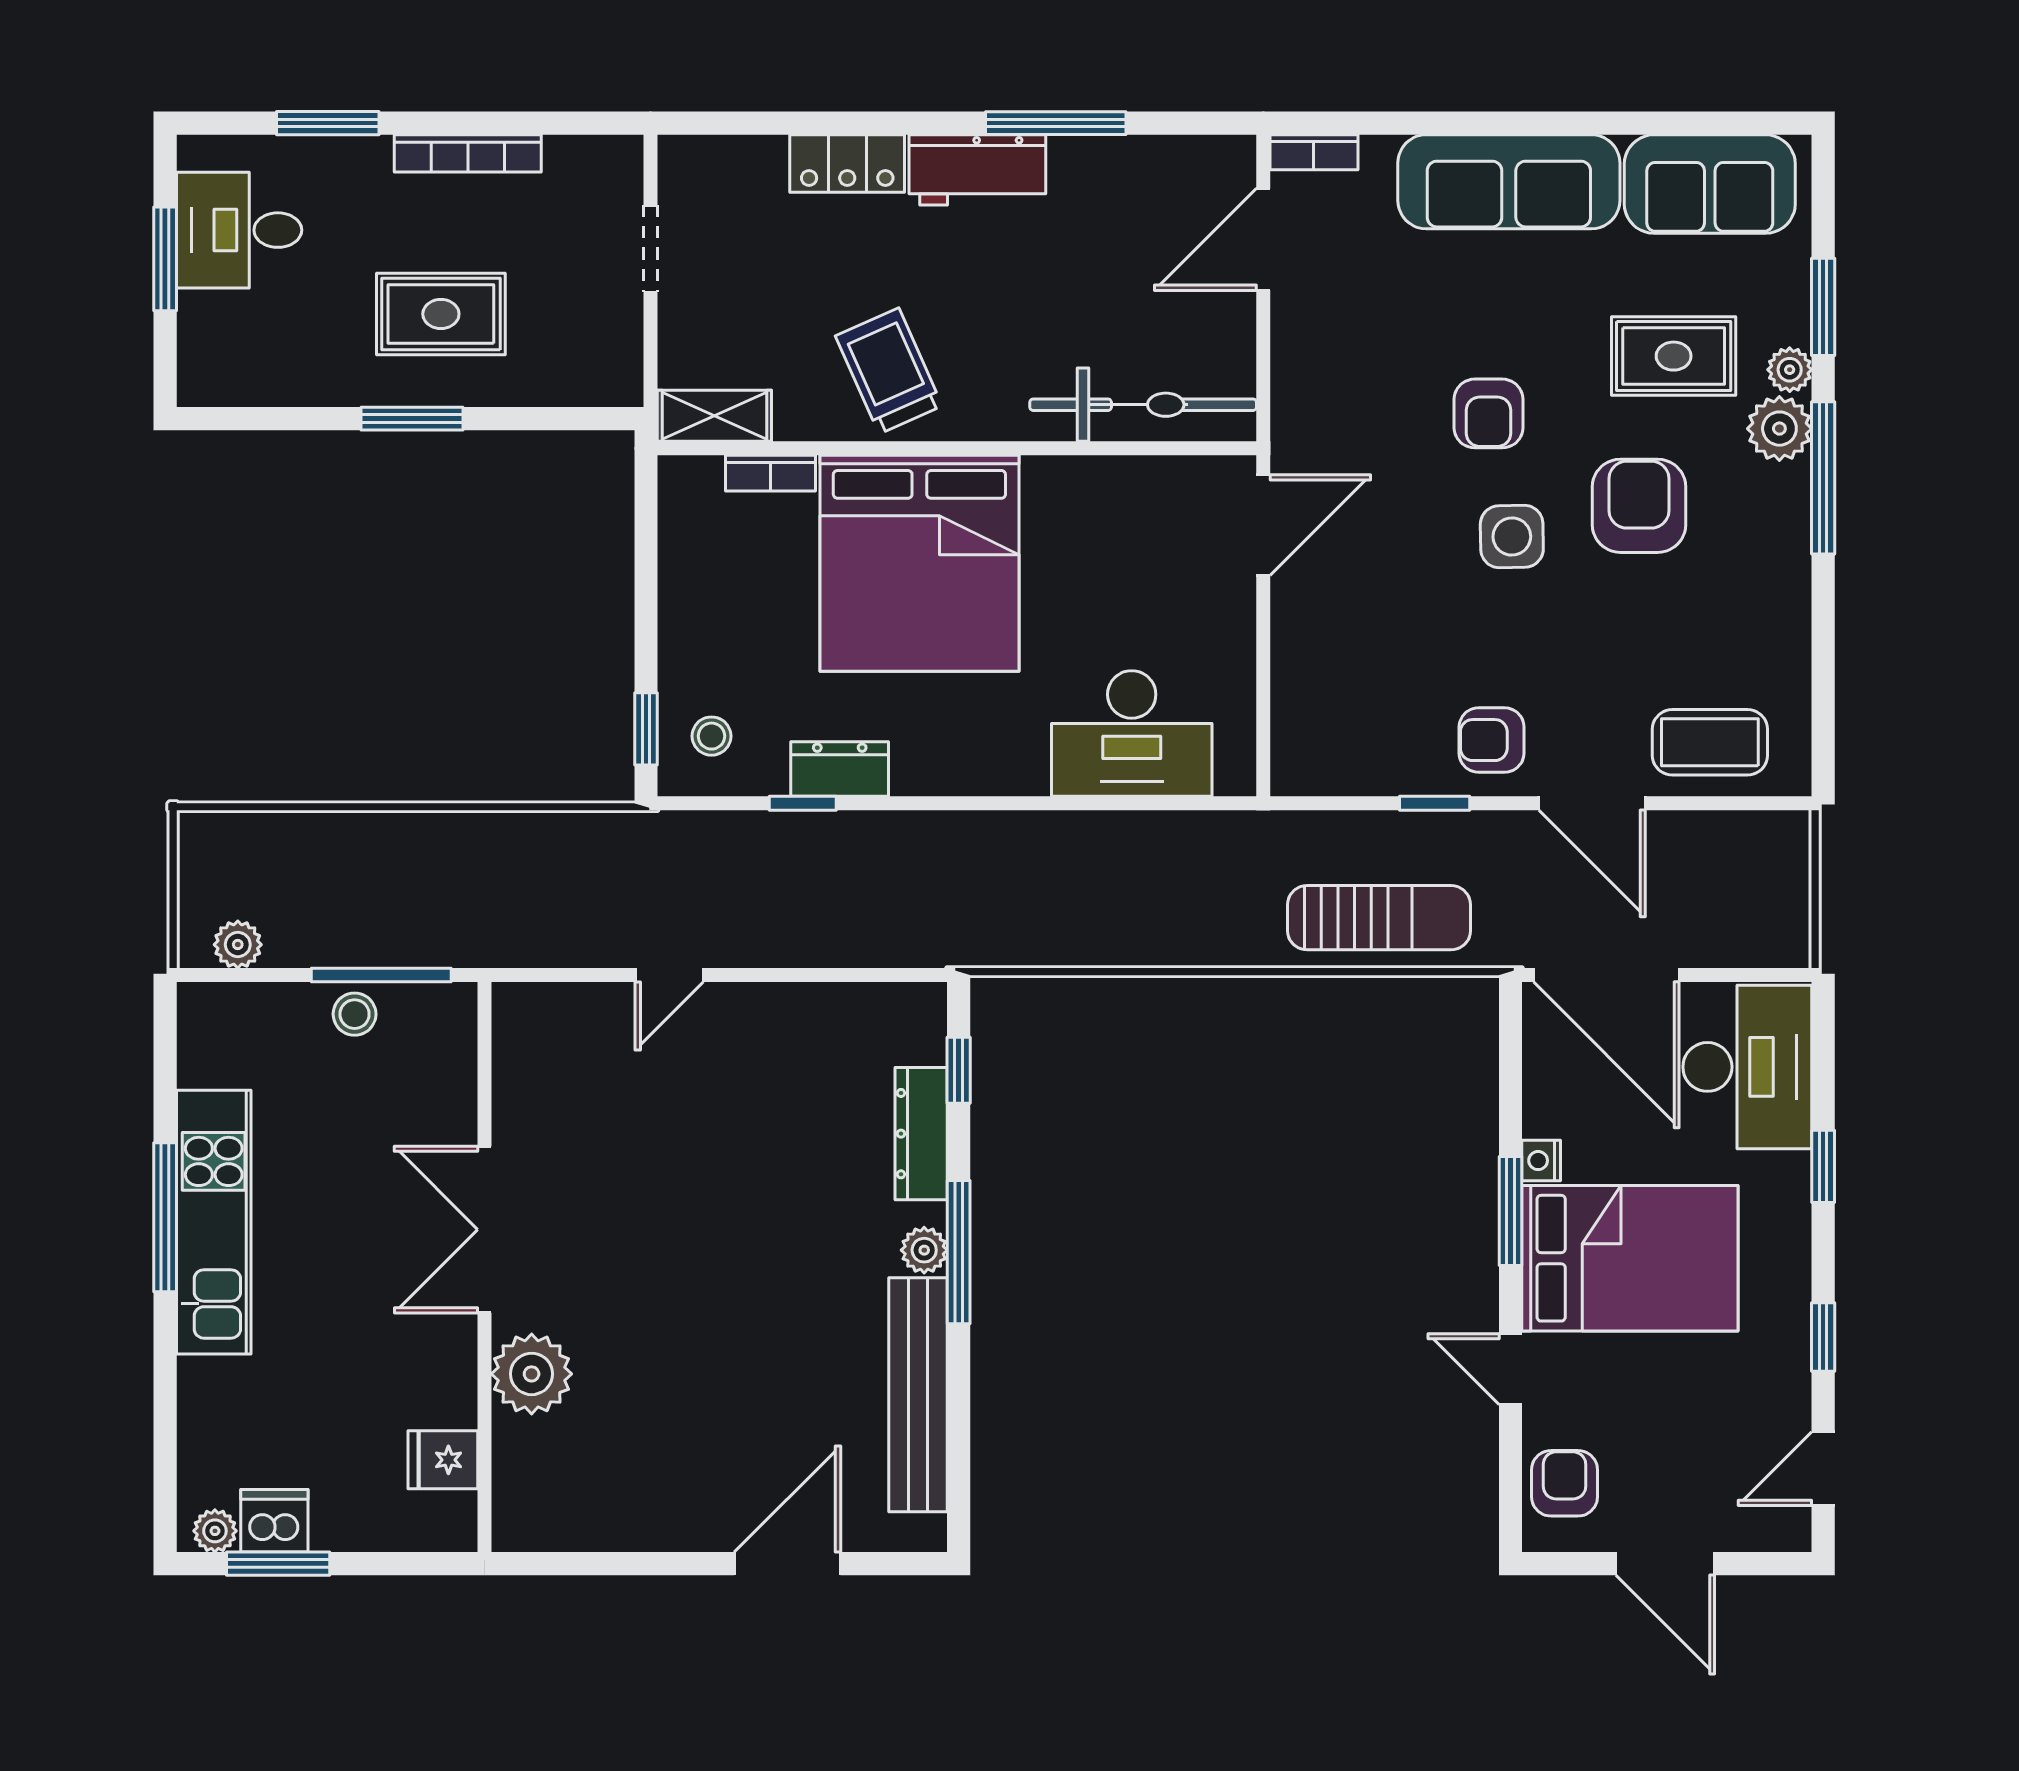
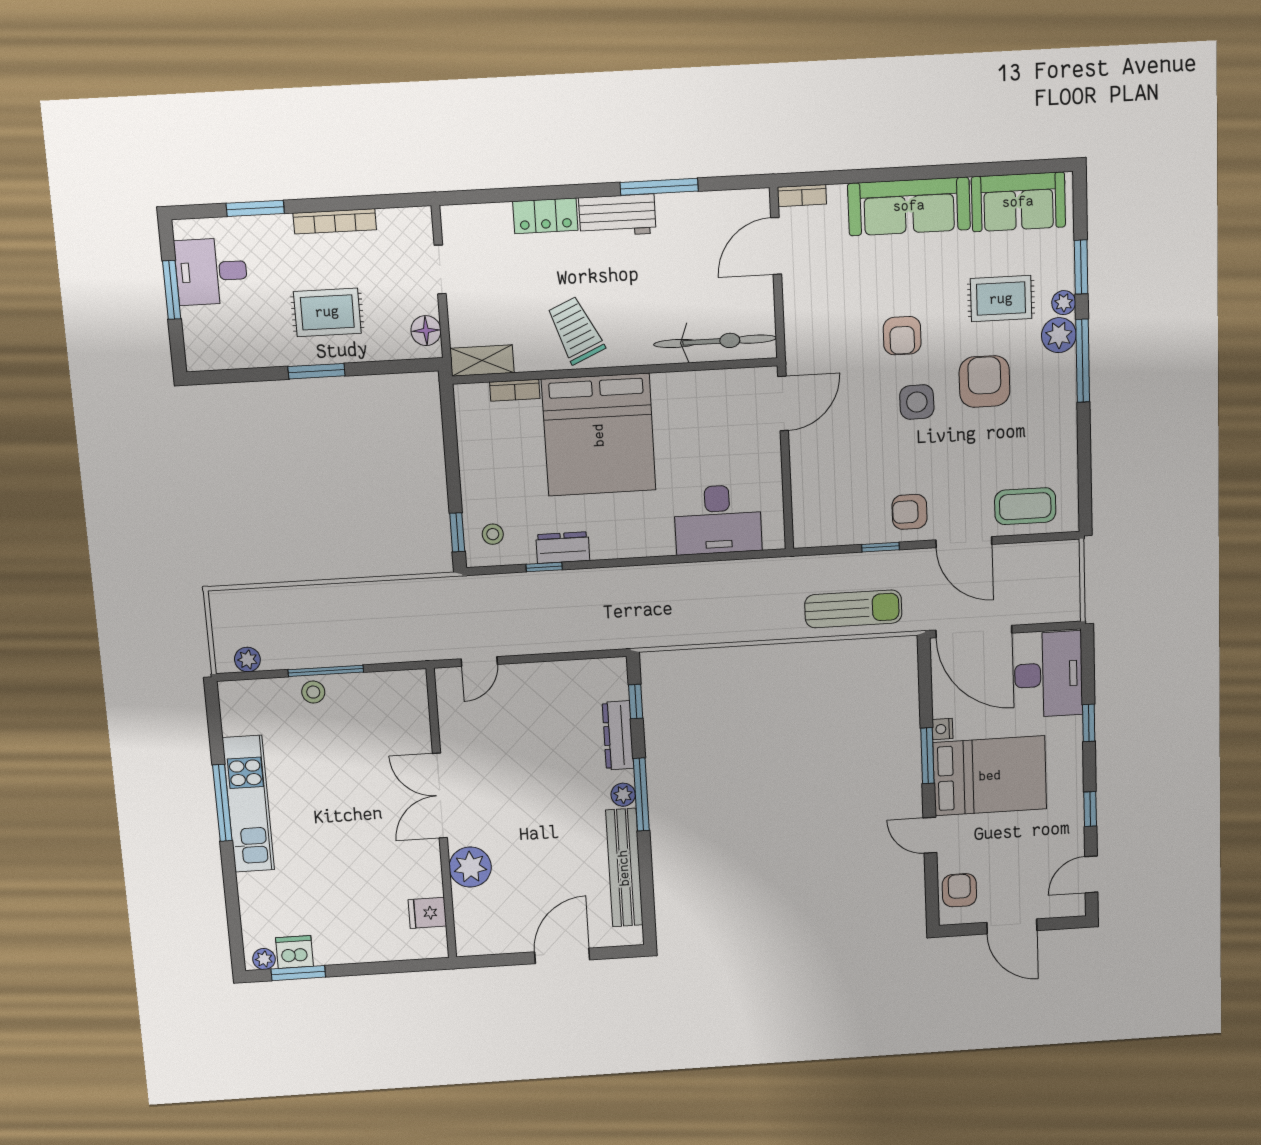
floor lamp: (617, 356) -> (426, 331), added
double door: (485, 1230) -> (440, 796), moved
wall: (485, 1267) -> (441, 815), moved
plant: (532, 1374) -> (470, 867), moved
fridge: (443, 1460) -> (427, 913), moved

